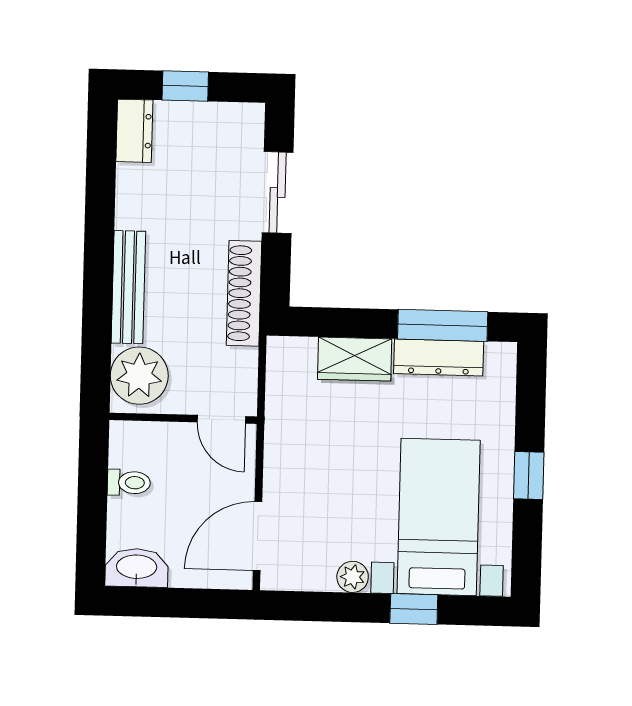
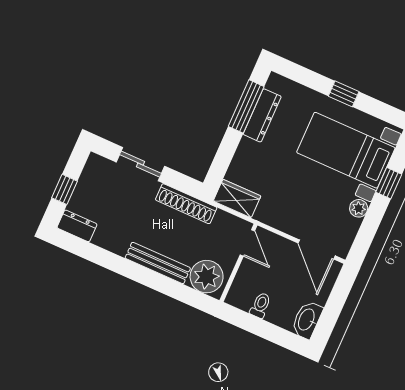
wardrobe: (355, 359) -> (237, 198), moved, turned -90
door: (221, 419) -> (247, 243), hinge flipped

